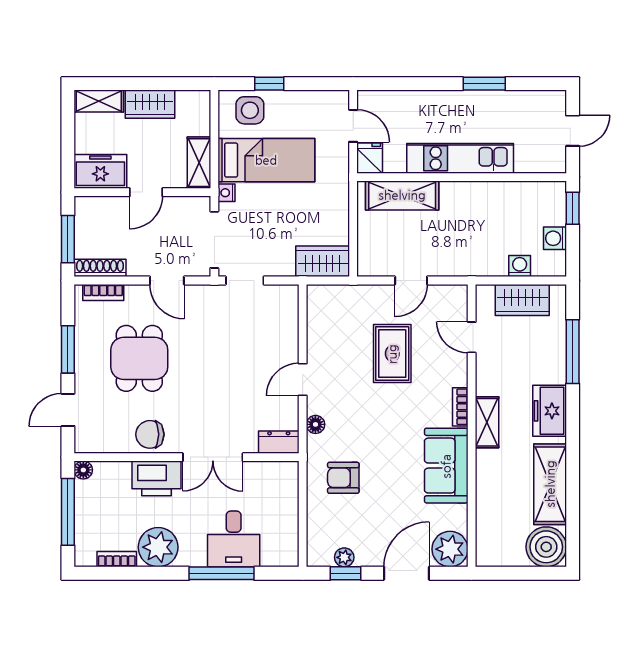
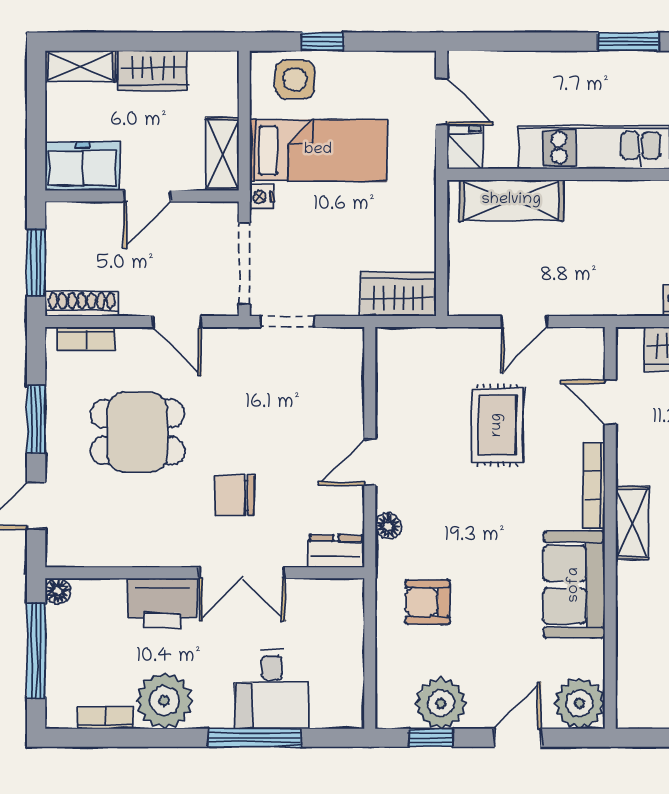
dining table: (139, 358) -> (138, 432), turned 90
bookcase: (460, 407) -> (594, 486), width x1.56
chair: (150, 434) -> (235, 495), moved
plant: (344, 557) -> (441, 703), width x1.88, depth x1.88
door: (407, 573) -> (518, 738), width x0.73

